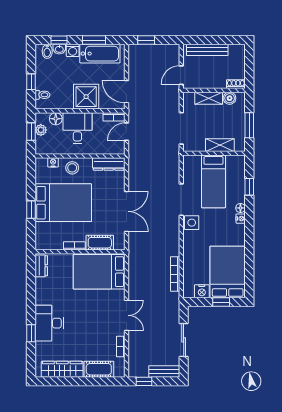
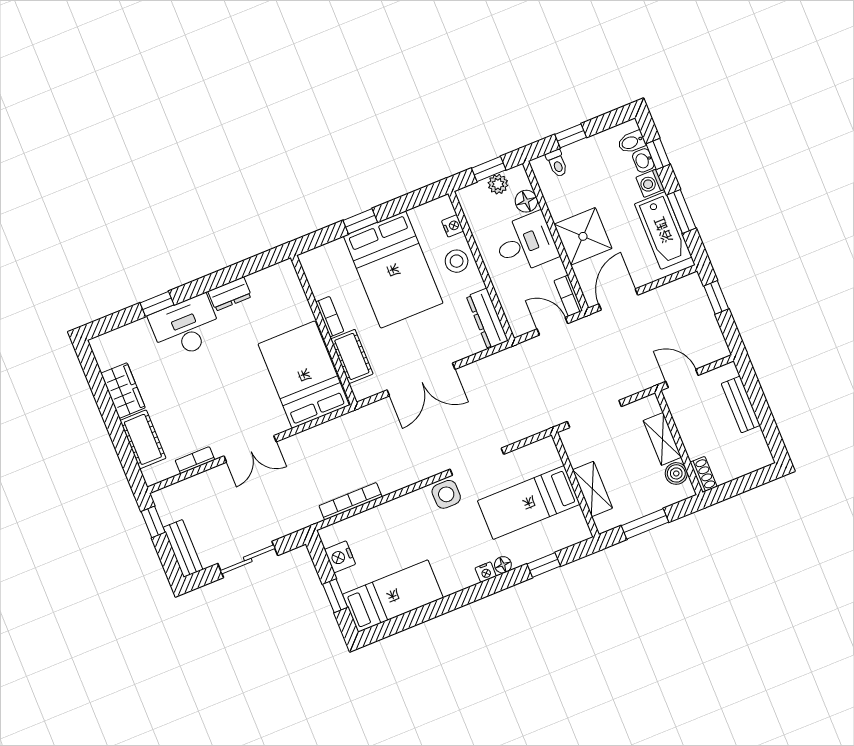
bench: (207, 50) -> (741, 404), width x0.73
dresser: (41, 266) -> (230, 294), moved
bed: (228, 272) -> (393, 596), width x0.67
wardrobe: (62, 369) -> (123, 391), width x0.67

